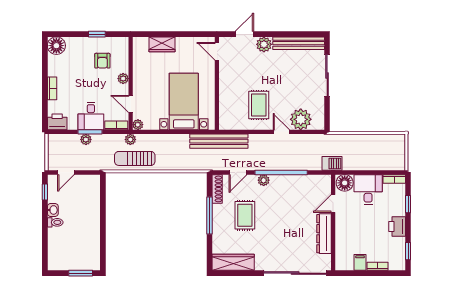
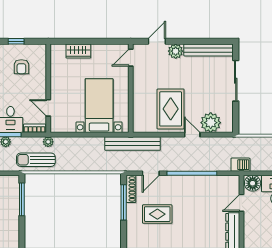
door: (217, 51) -> (131, 58), hinge flipped
plant: (123, 79) -> (41, 84), removed
rug: (259, 105) -> (171, 109), width x1.36, depth x1.43
plant: (138, 125) -> (55, 128), removed
sun lounger: (135, 158) -> (36, 160), moved
plant: (264, 180) -> (175, 181), removed
window: (103, 200) -> (22, 199), added
rug: (245, 215) -> (157, 214), turned 90
window: (210, 216) -> (124, 202), moved

